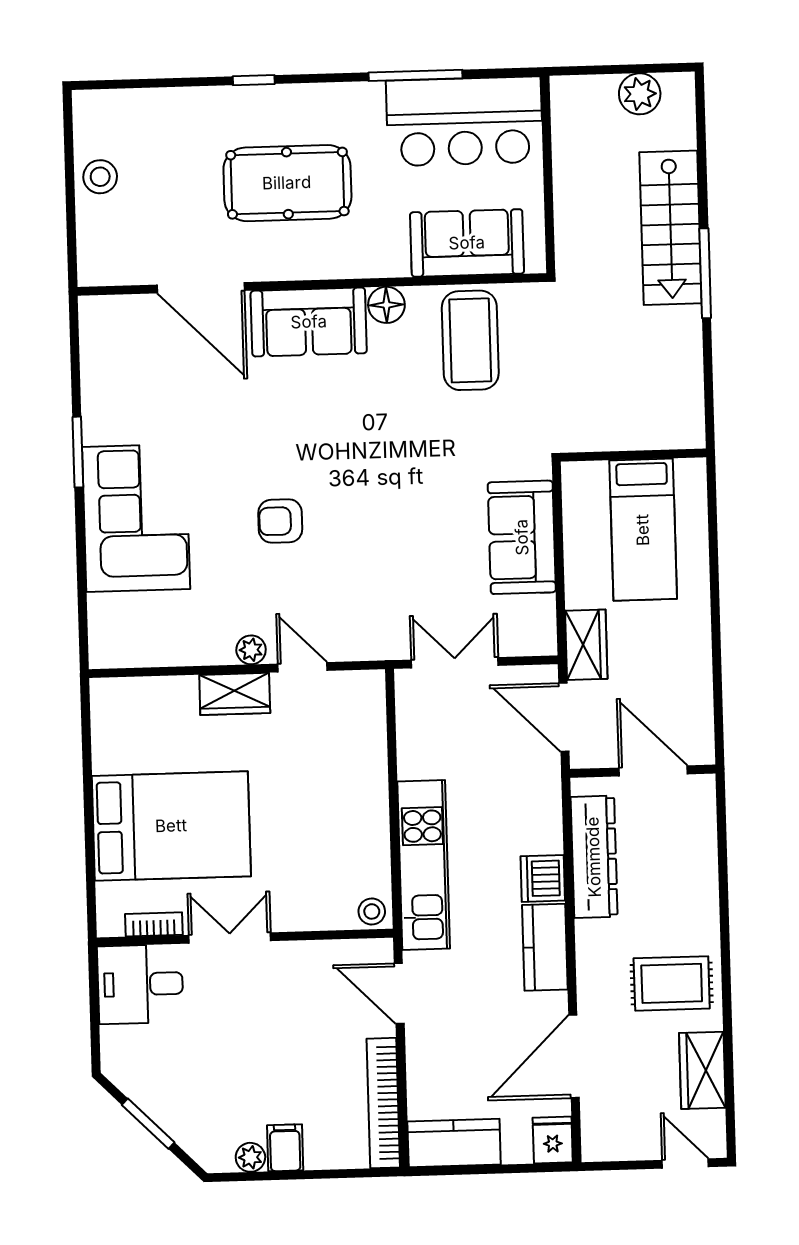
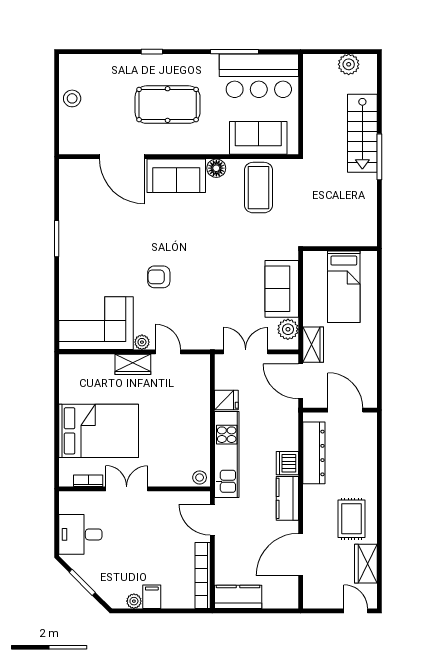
corner sofa: (136, 518) -> (96, 323), moved, turned -90
plant: (536, 616) -> (288, 329), added
rug: (672, 983) -> (352, 519), turned 90
desk: (140, 984) -> (80, 534), moved
fridge: (553, 1140) -> (226, 400), moved, turned 90

